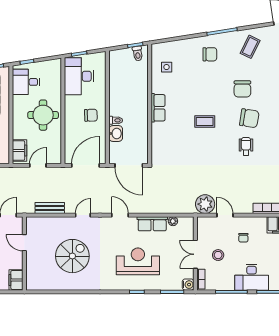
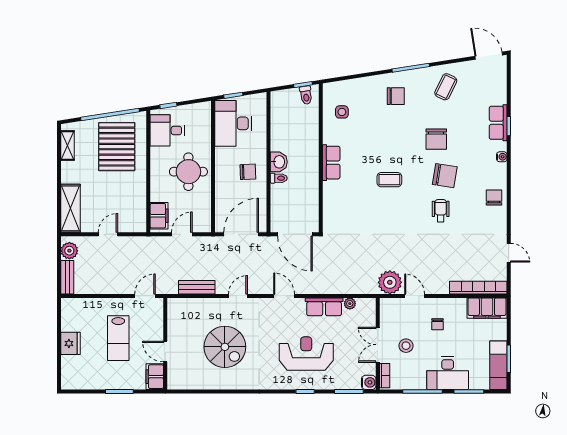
washbasin: (116, 133) -> (279, 162), moved
door: (24, 243) -> (165, 352), moved
spiral stairs: (72, 256) -> (225, 347), turned 90

